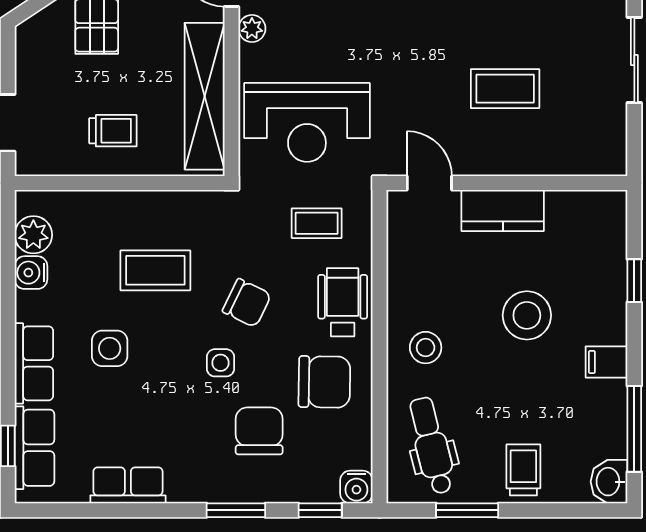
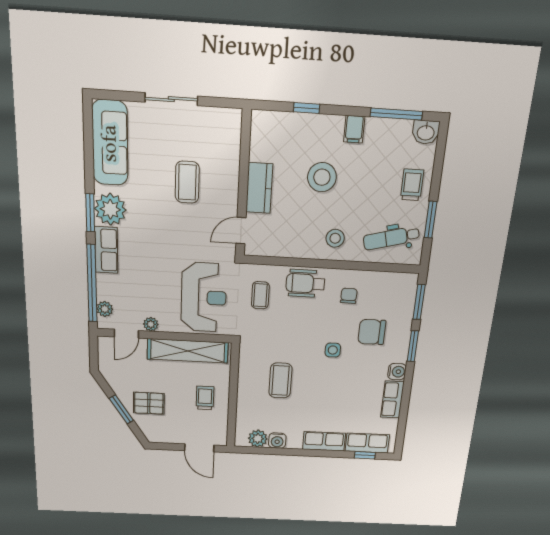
chair: (247, 303) -> (302, 335), removed
side table: (110, 348) -> (320, 405), removed
chair: (324, 382) -> (349, 296), width x0.54, depth x0.54
trolley: (523, 470) -> (412, 185), turned 90
water cooler: (356, 487) -> (397, 372), moved
window: (320, 510) -> (419, 302), width x1.50

